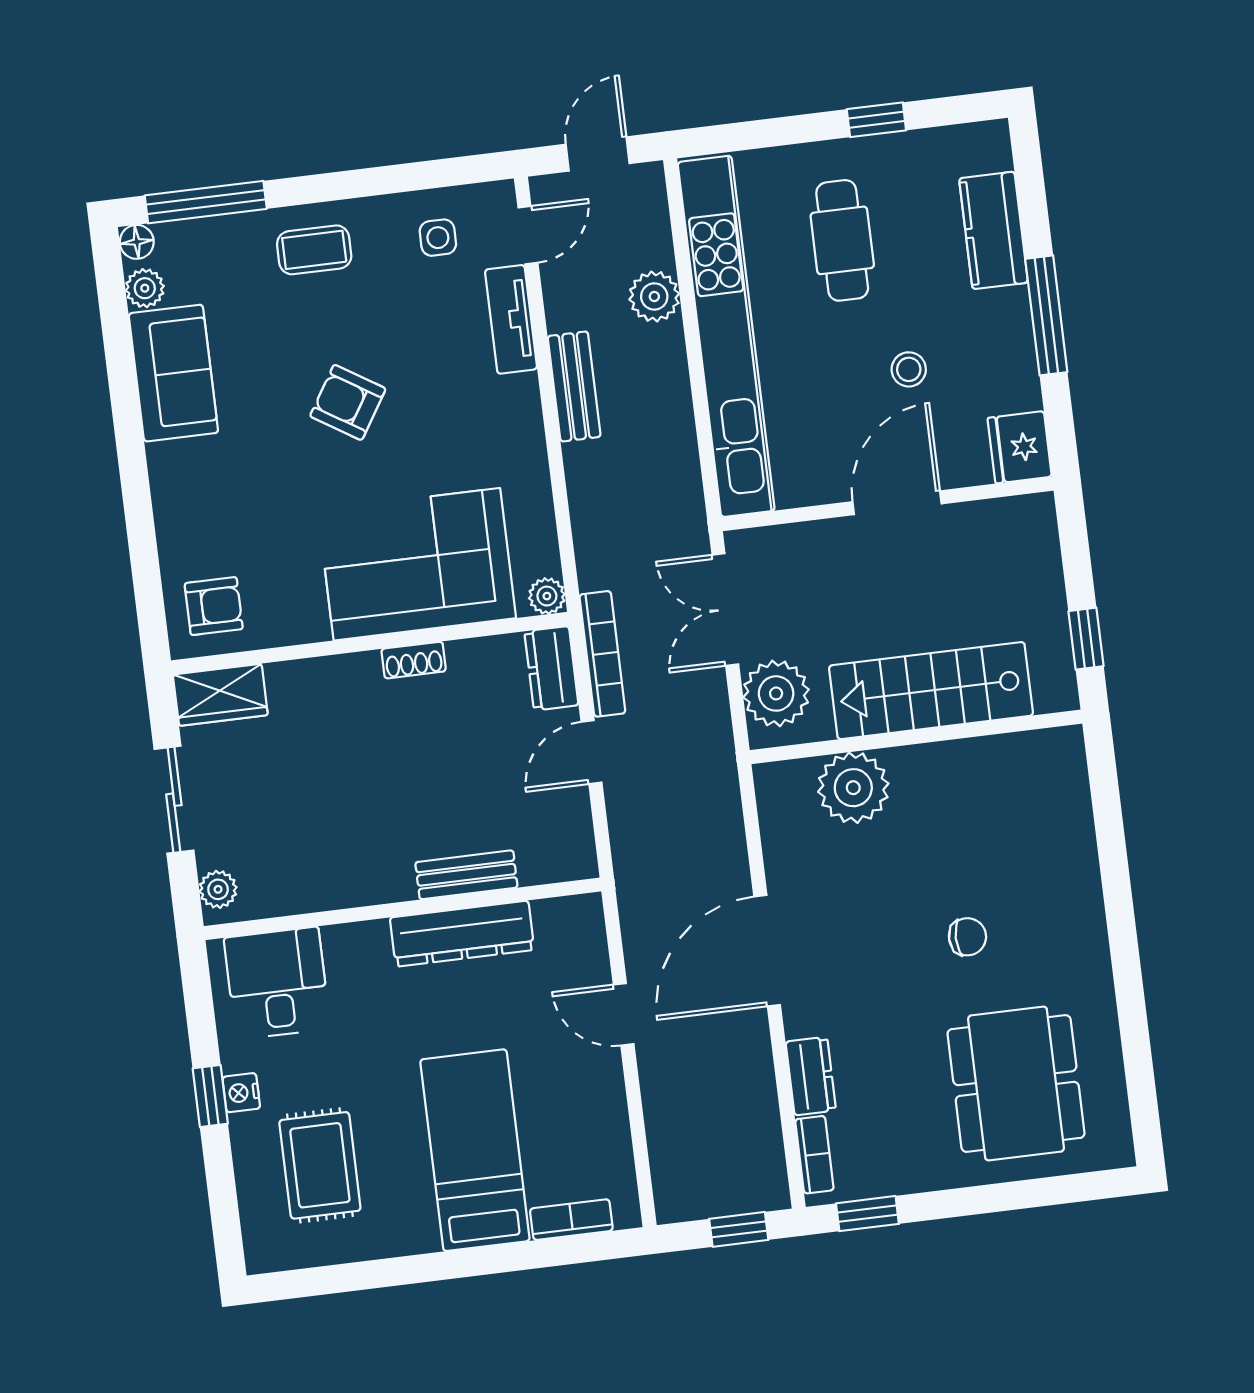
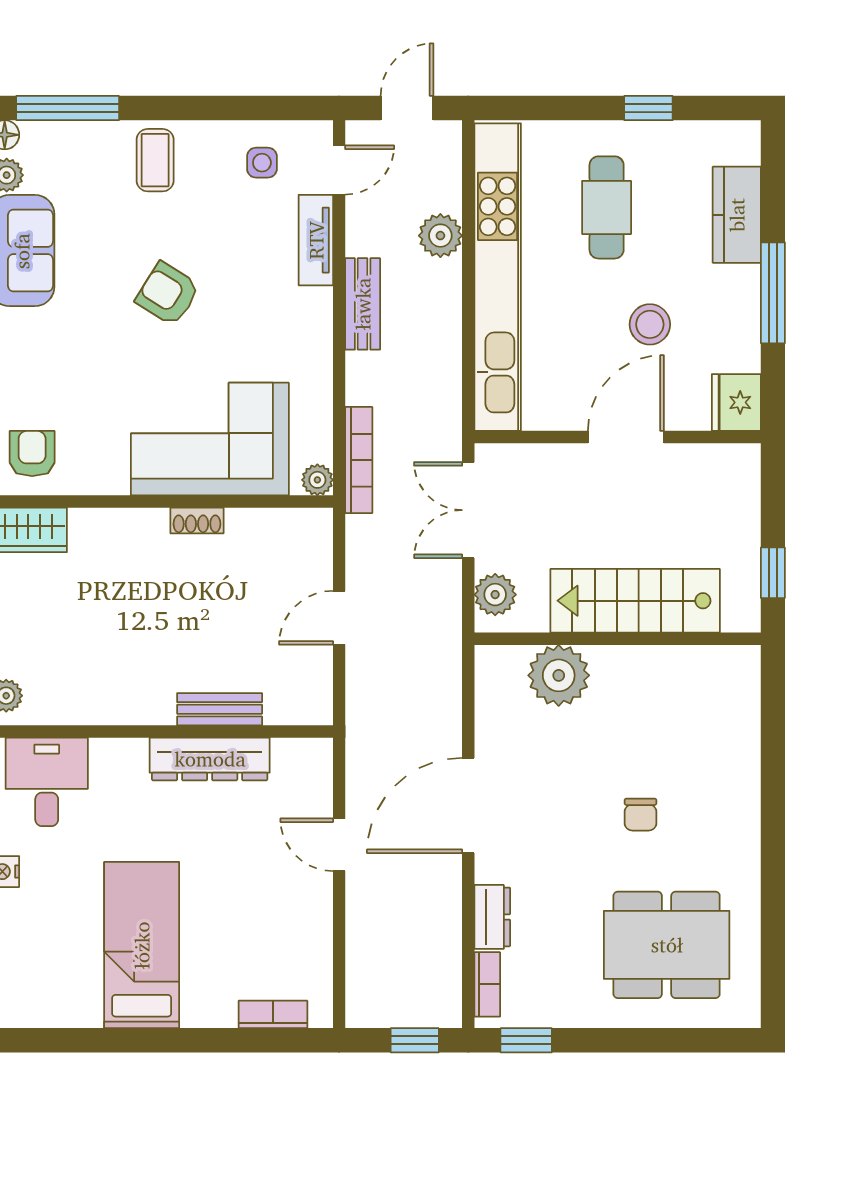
coffee table: (314, 250) -> (155, 160), turned 90
stool: (909, 369) -> (650, 324), width x1.37, depth x1.37
armchair: (214, 606) -> (32, 454), turned -90
bookcase: (602, 654) -> (359, 460), moved
dresser: (551, 668) -> (314, 542), removed
plant: (776, 693) -> (495, 595), width x0.73, depth x0.73
chair: (967, 937) -> (640, 815), turned 90
dining table: (1016, 1084) -> (667, 945), turned 90
bed: (475, 1150) -> (142, 945), moved
rug: (320, 1165) -> (64, 942), removed

